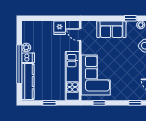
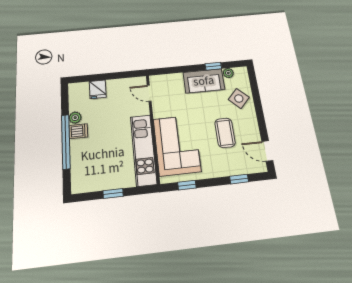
fridge: (60, 28) -> (98, 89), moved
sofa: (111, 29) -> (204, 81), moved
coffee table: (131, 70) -> (225, 133), added
kitchen counter: (28, 82) -> (79, 165), removed

